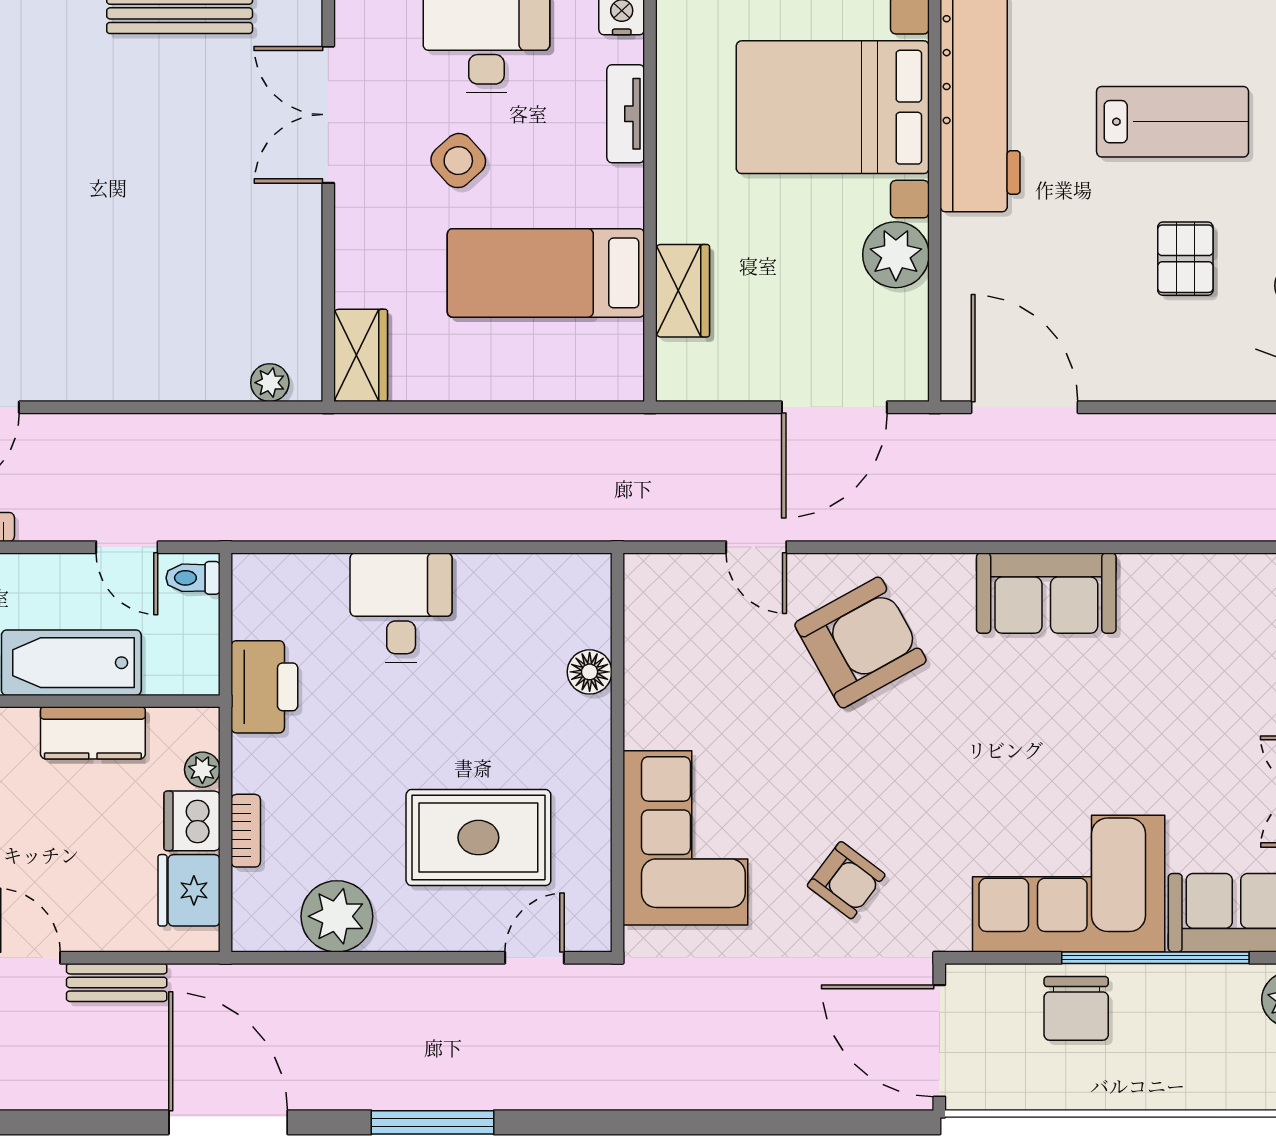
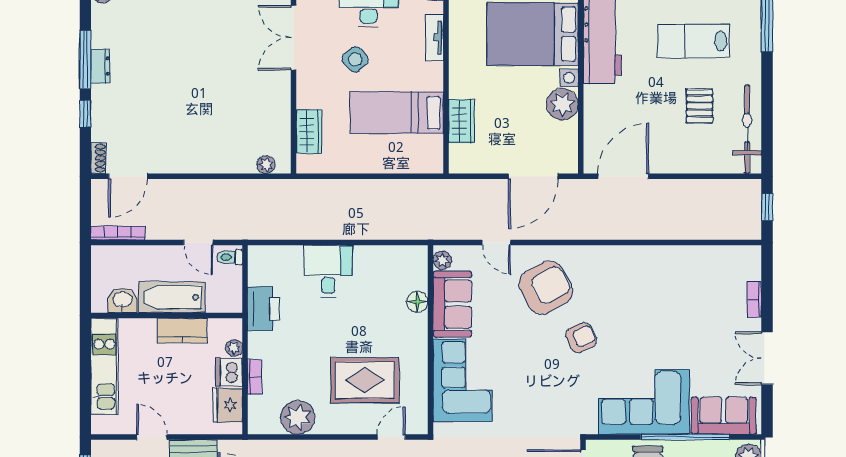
lab bench: (1173, 122) -> (693, 41), turned 180
wardrobe: (361, 355) -> (309, 132), moved
door: (1024, 407) -> (623, 176), hinge flipped
plant: (642, 584) -> (442, 260), added
sofa: (1046, 593) -> (452, 304), moved, turned -90
armchair: (846, 880) -> (581, 338), moved, turned -60

